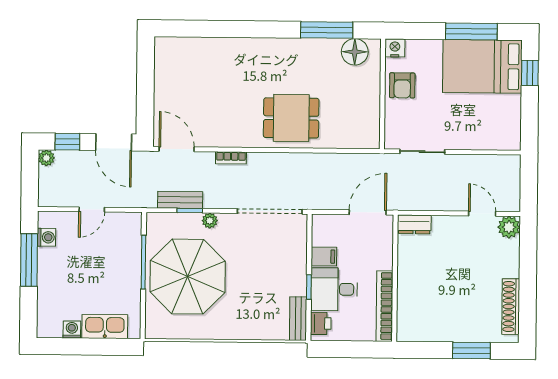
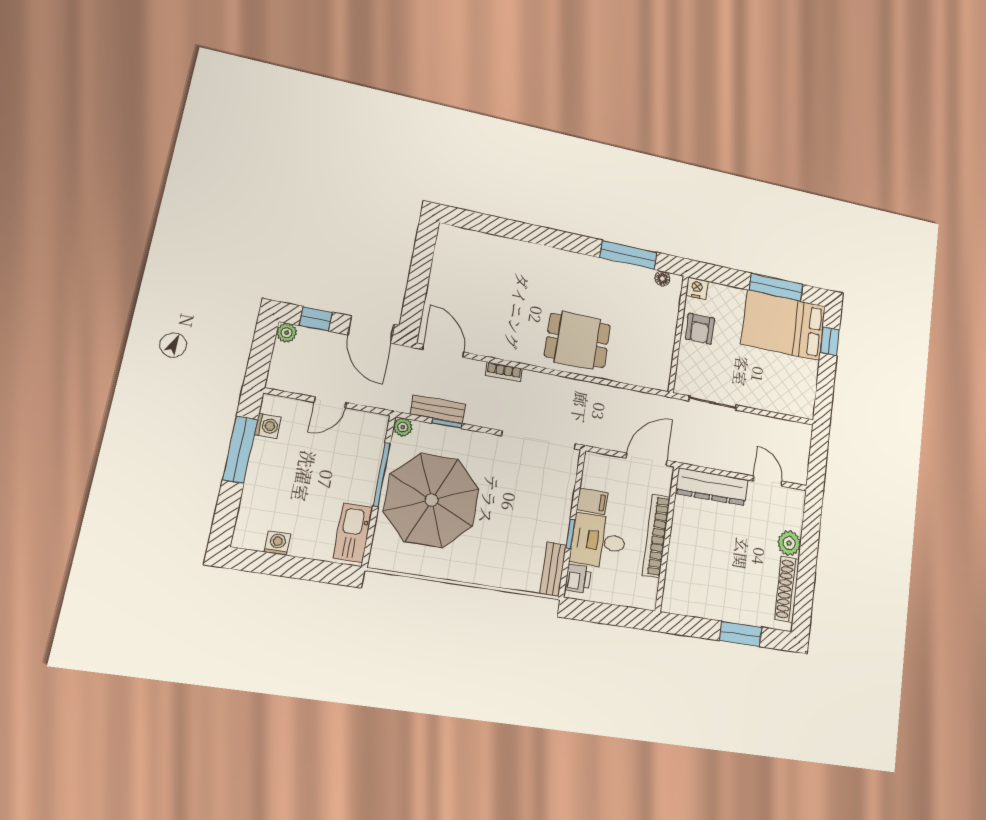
floor lamp: (355, 52) -> (662, 279), width x0.53, depth x0.53
plant: (210, 221) -> (403, 427), moved
dresser: (414, 224) -> (712, 487), width x1.96, depth x1.24
plant: (509, 227) -> (789, 543), moved
bookcase: (384, 306) -> (656, 536), moved
kitchen sink: (105, 327) -> (353, 533), moved, turned -90

